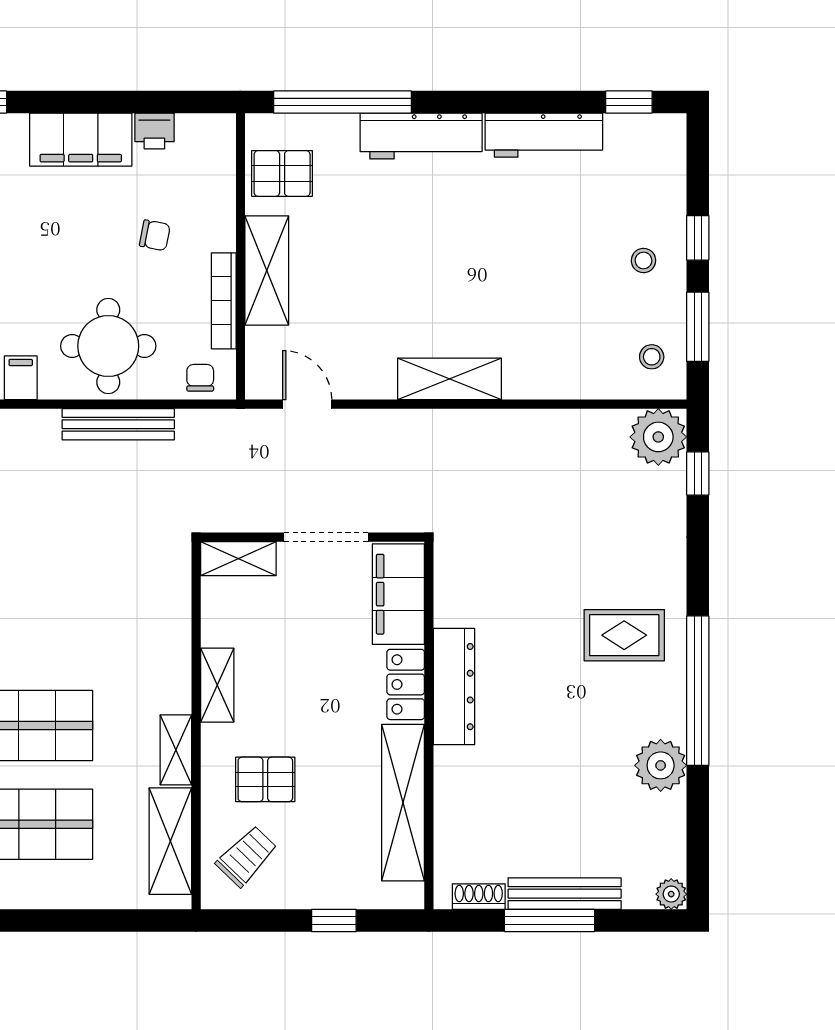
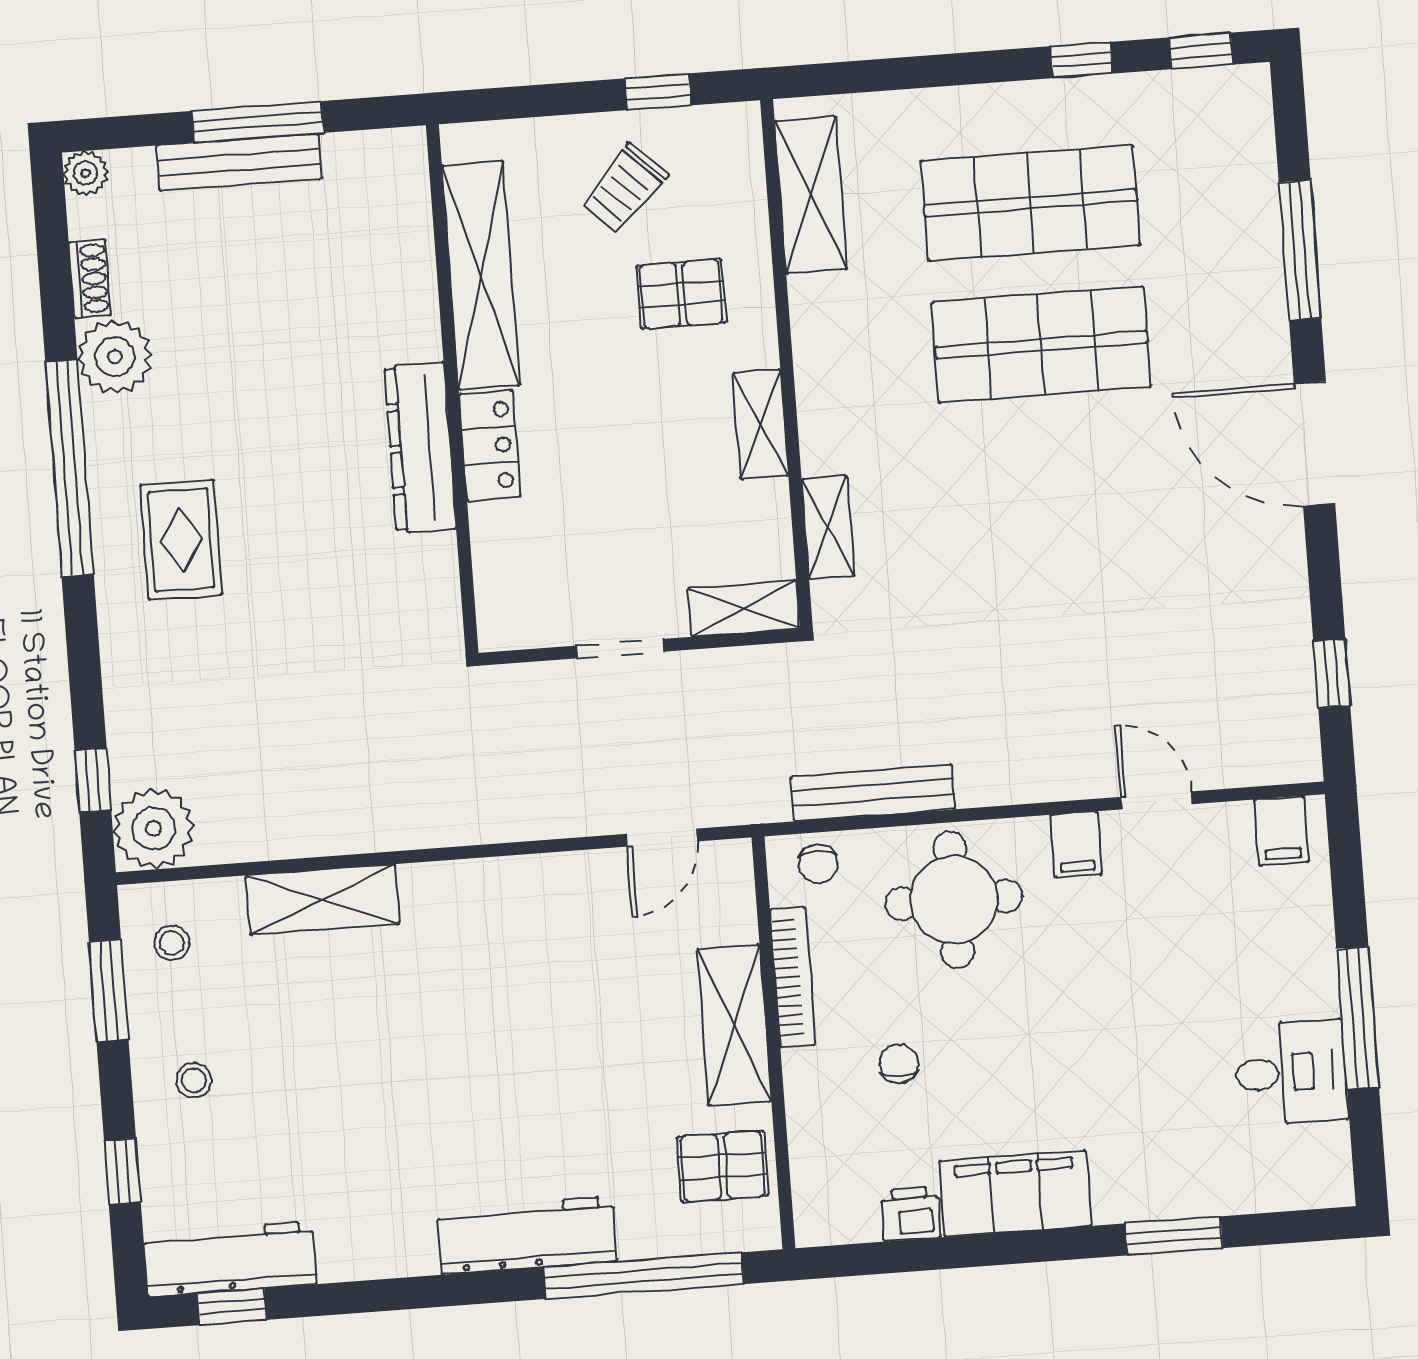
workbench: (544, 135) -> (230, 1259), moved
chair: (155, 235) -> (899, 1064), turned 79
window: (698, 238) -> (122, 1171), moved
shelving: (450, 379) -> (323, 900), moved
door: (307, 404) -> (662, 838), hinge flipped
bench: (118, 424) -> (873, 793), moved
doorway: (326, 537) -> (620, 649), width x0.73
filing cabinet: (398, 594) -> (510, 574), removed
rug: (624, 635) -> (181, 540), turned 90
shelving: (176, 750) -> (828, 527), moved
trolley: (247, 856) -> (624, 189), moved
shoe rack: (479, 897) -> (90, 279), moved, turned -90
window: (334, 921) -> (658, 92), moved

